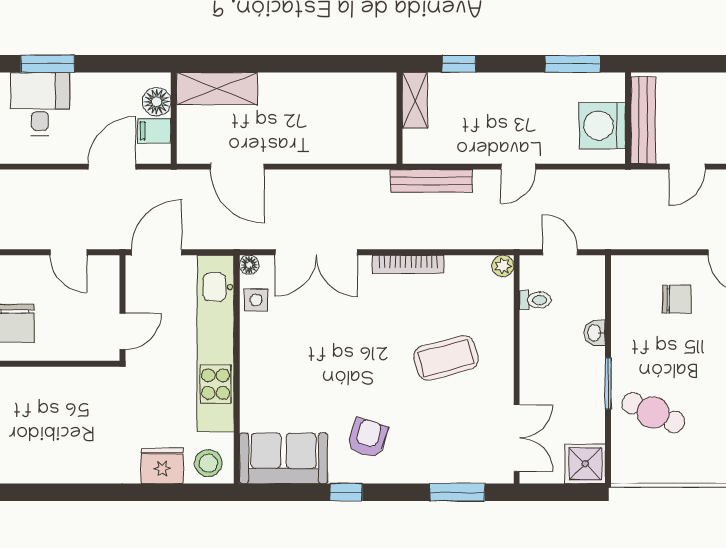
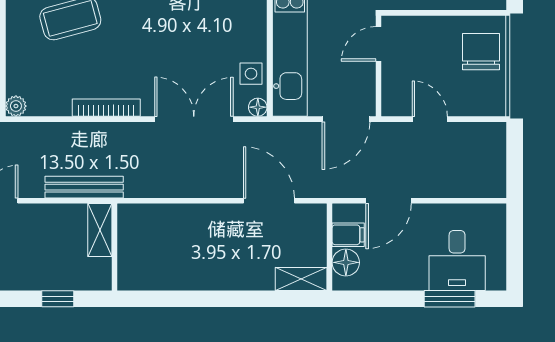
shelving: (217, 89) -> (301, 279), width x0.67, depth x0.75
shelving: (415, 100) -> (100, 230), moved

